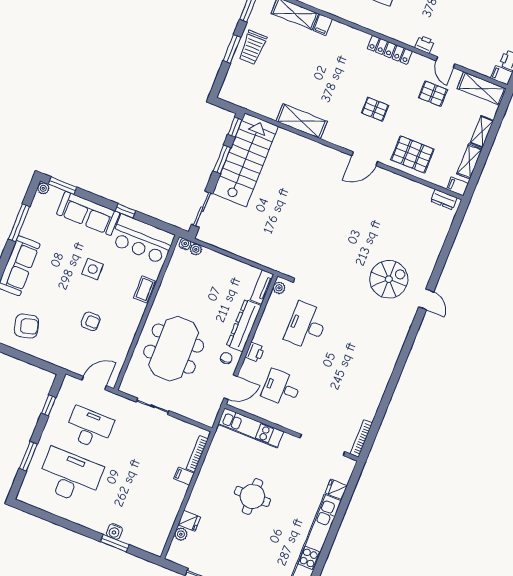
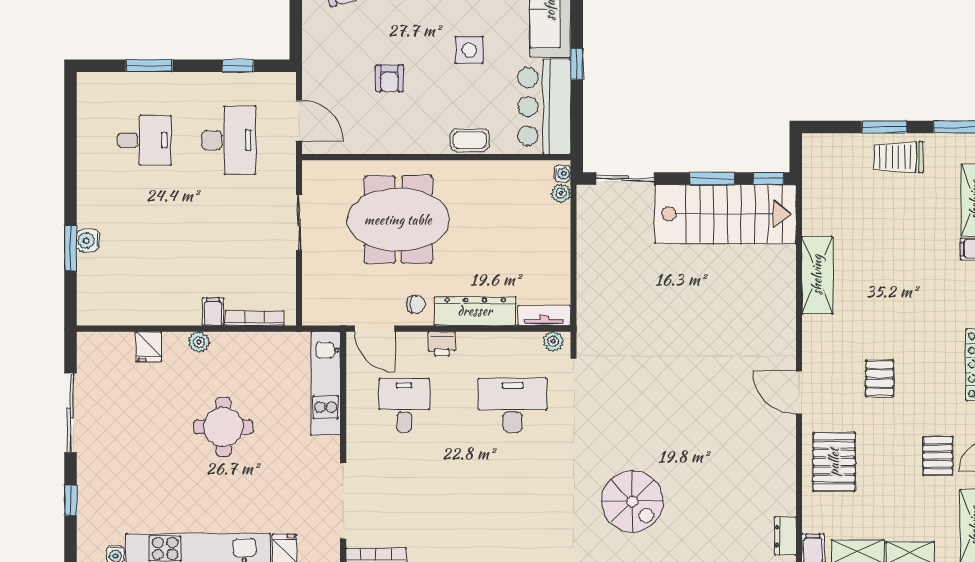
desk: (70, 476) -> (144, 140), width x0.53, depth x0.77
plant: (181, 534) -> (199, 342), moved

